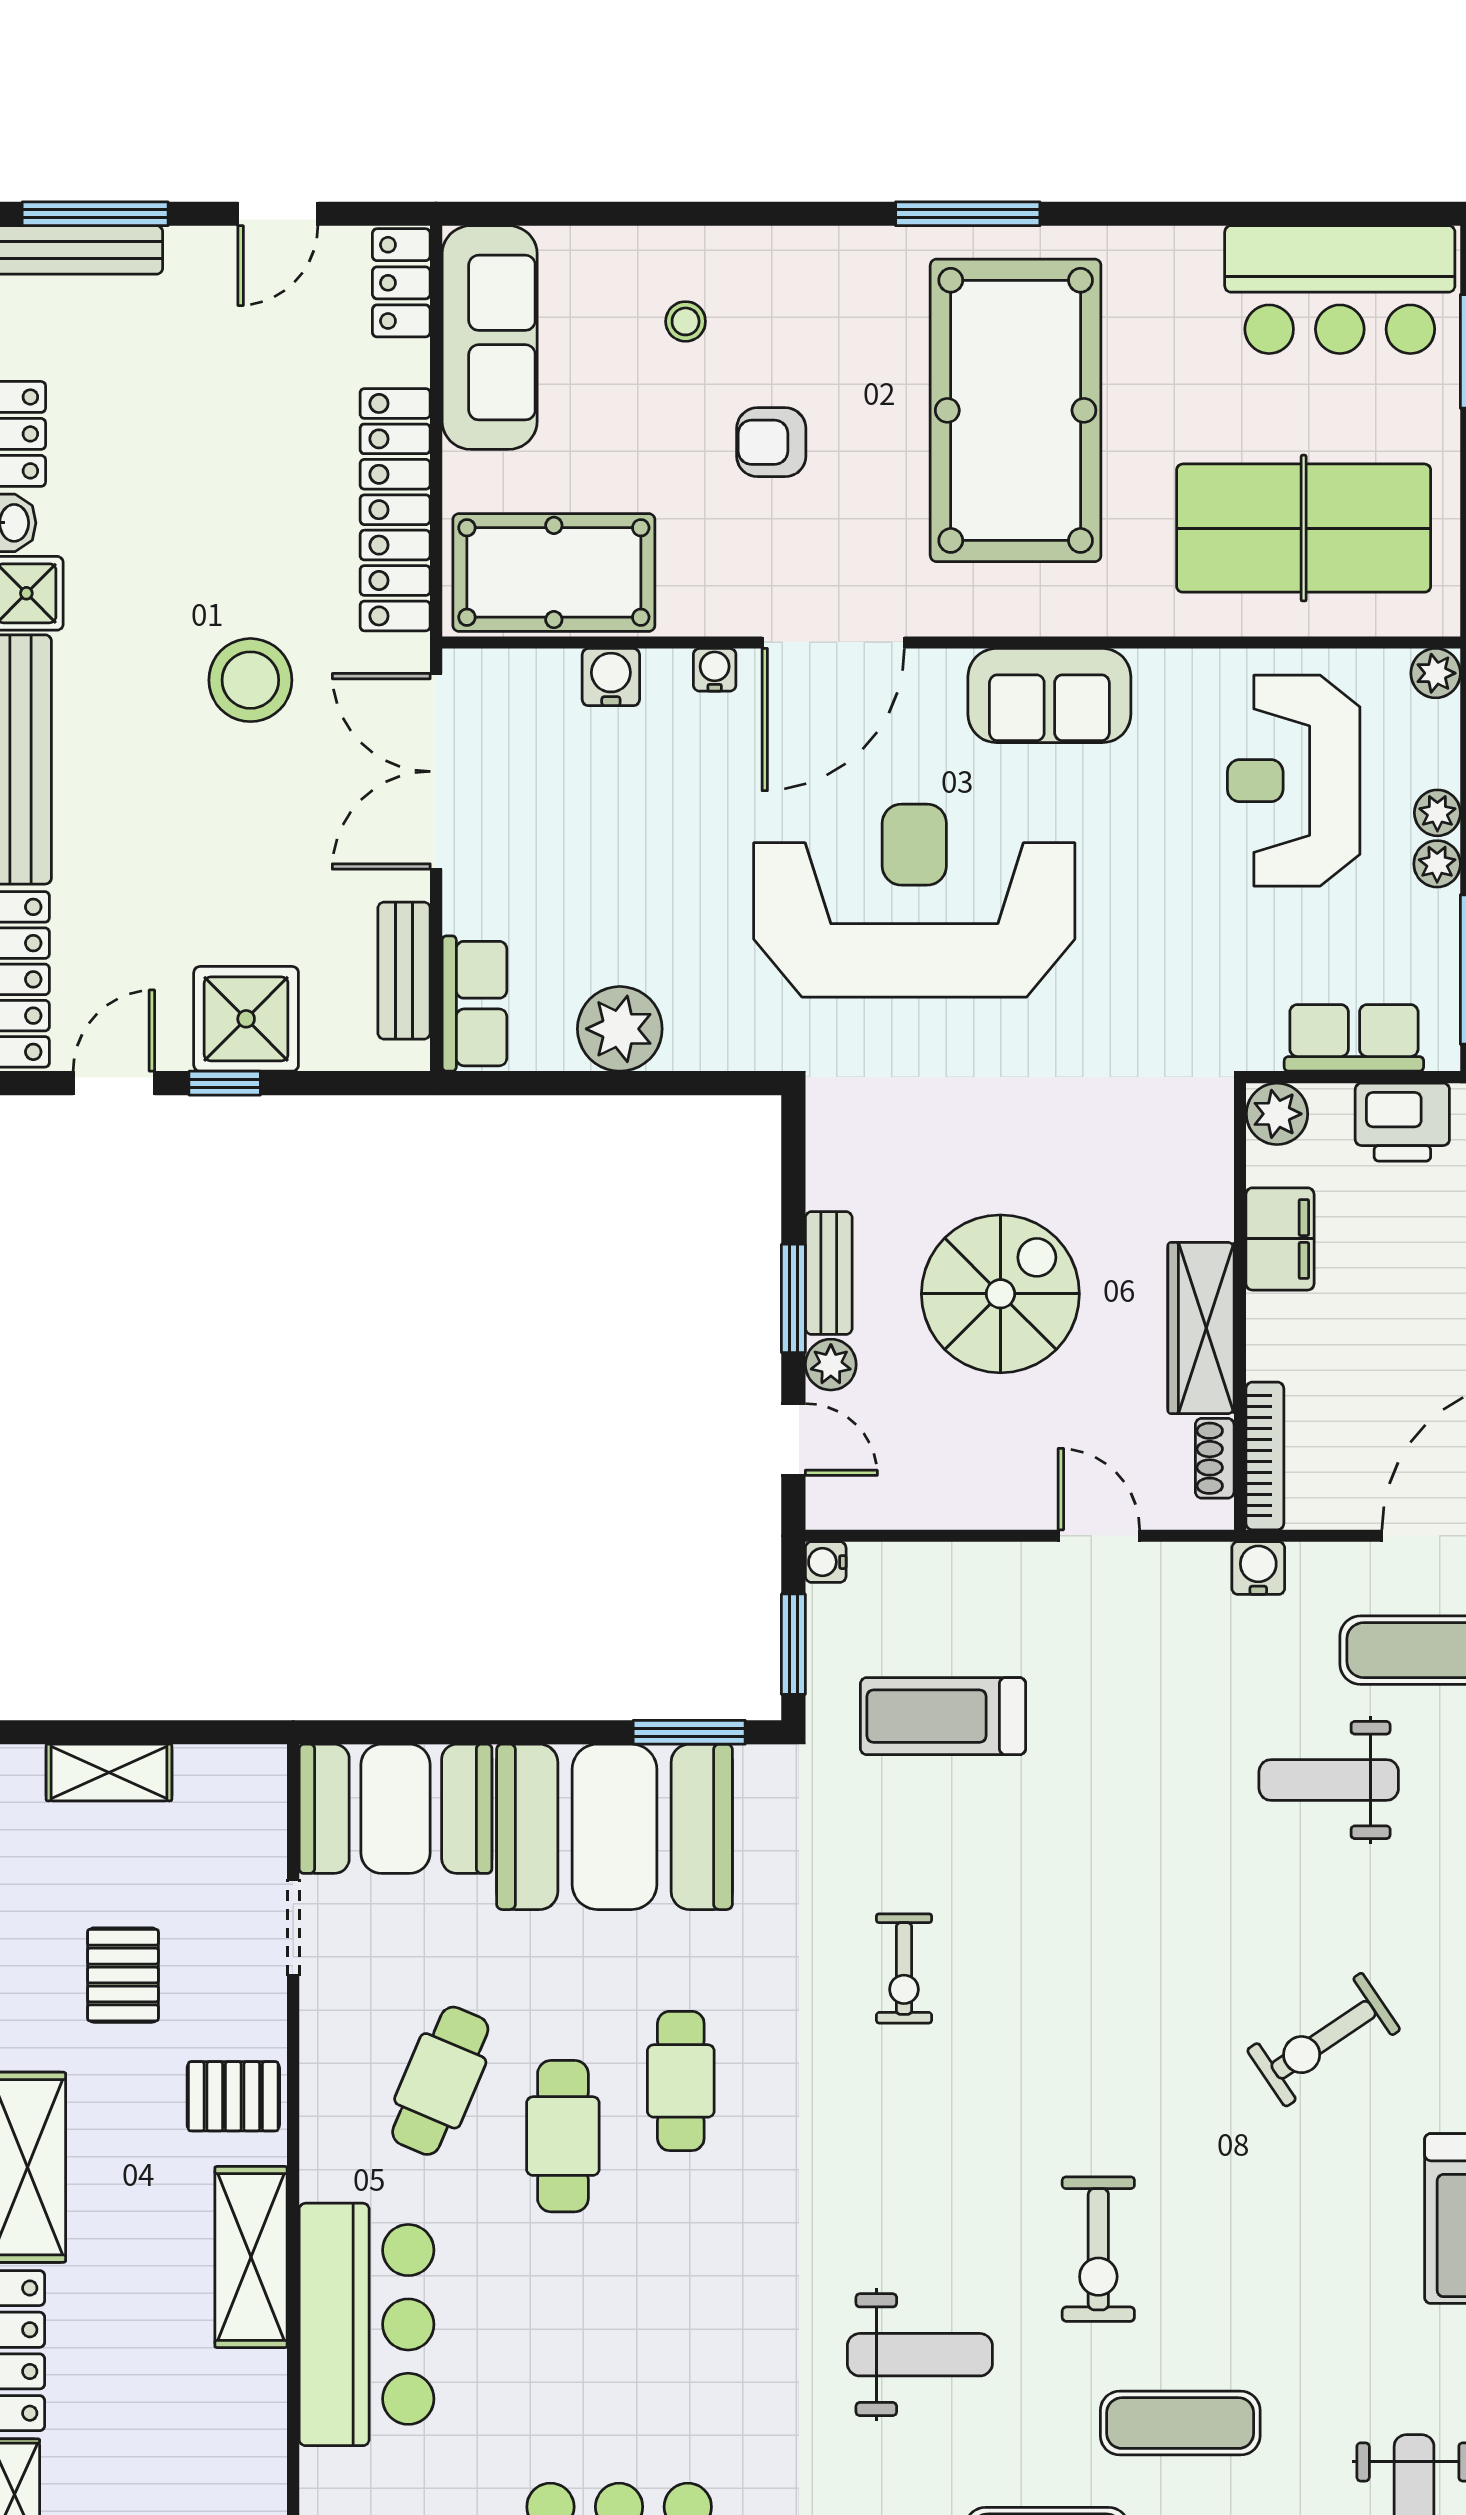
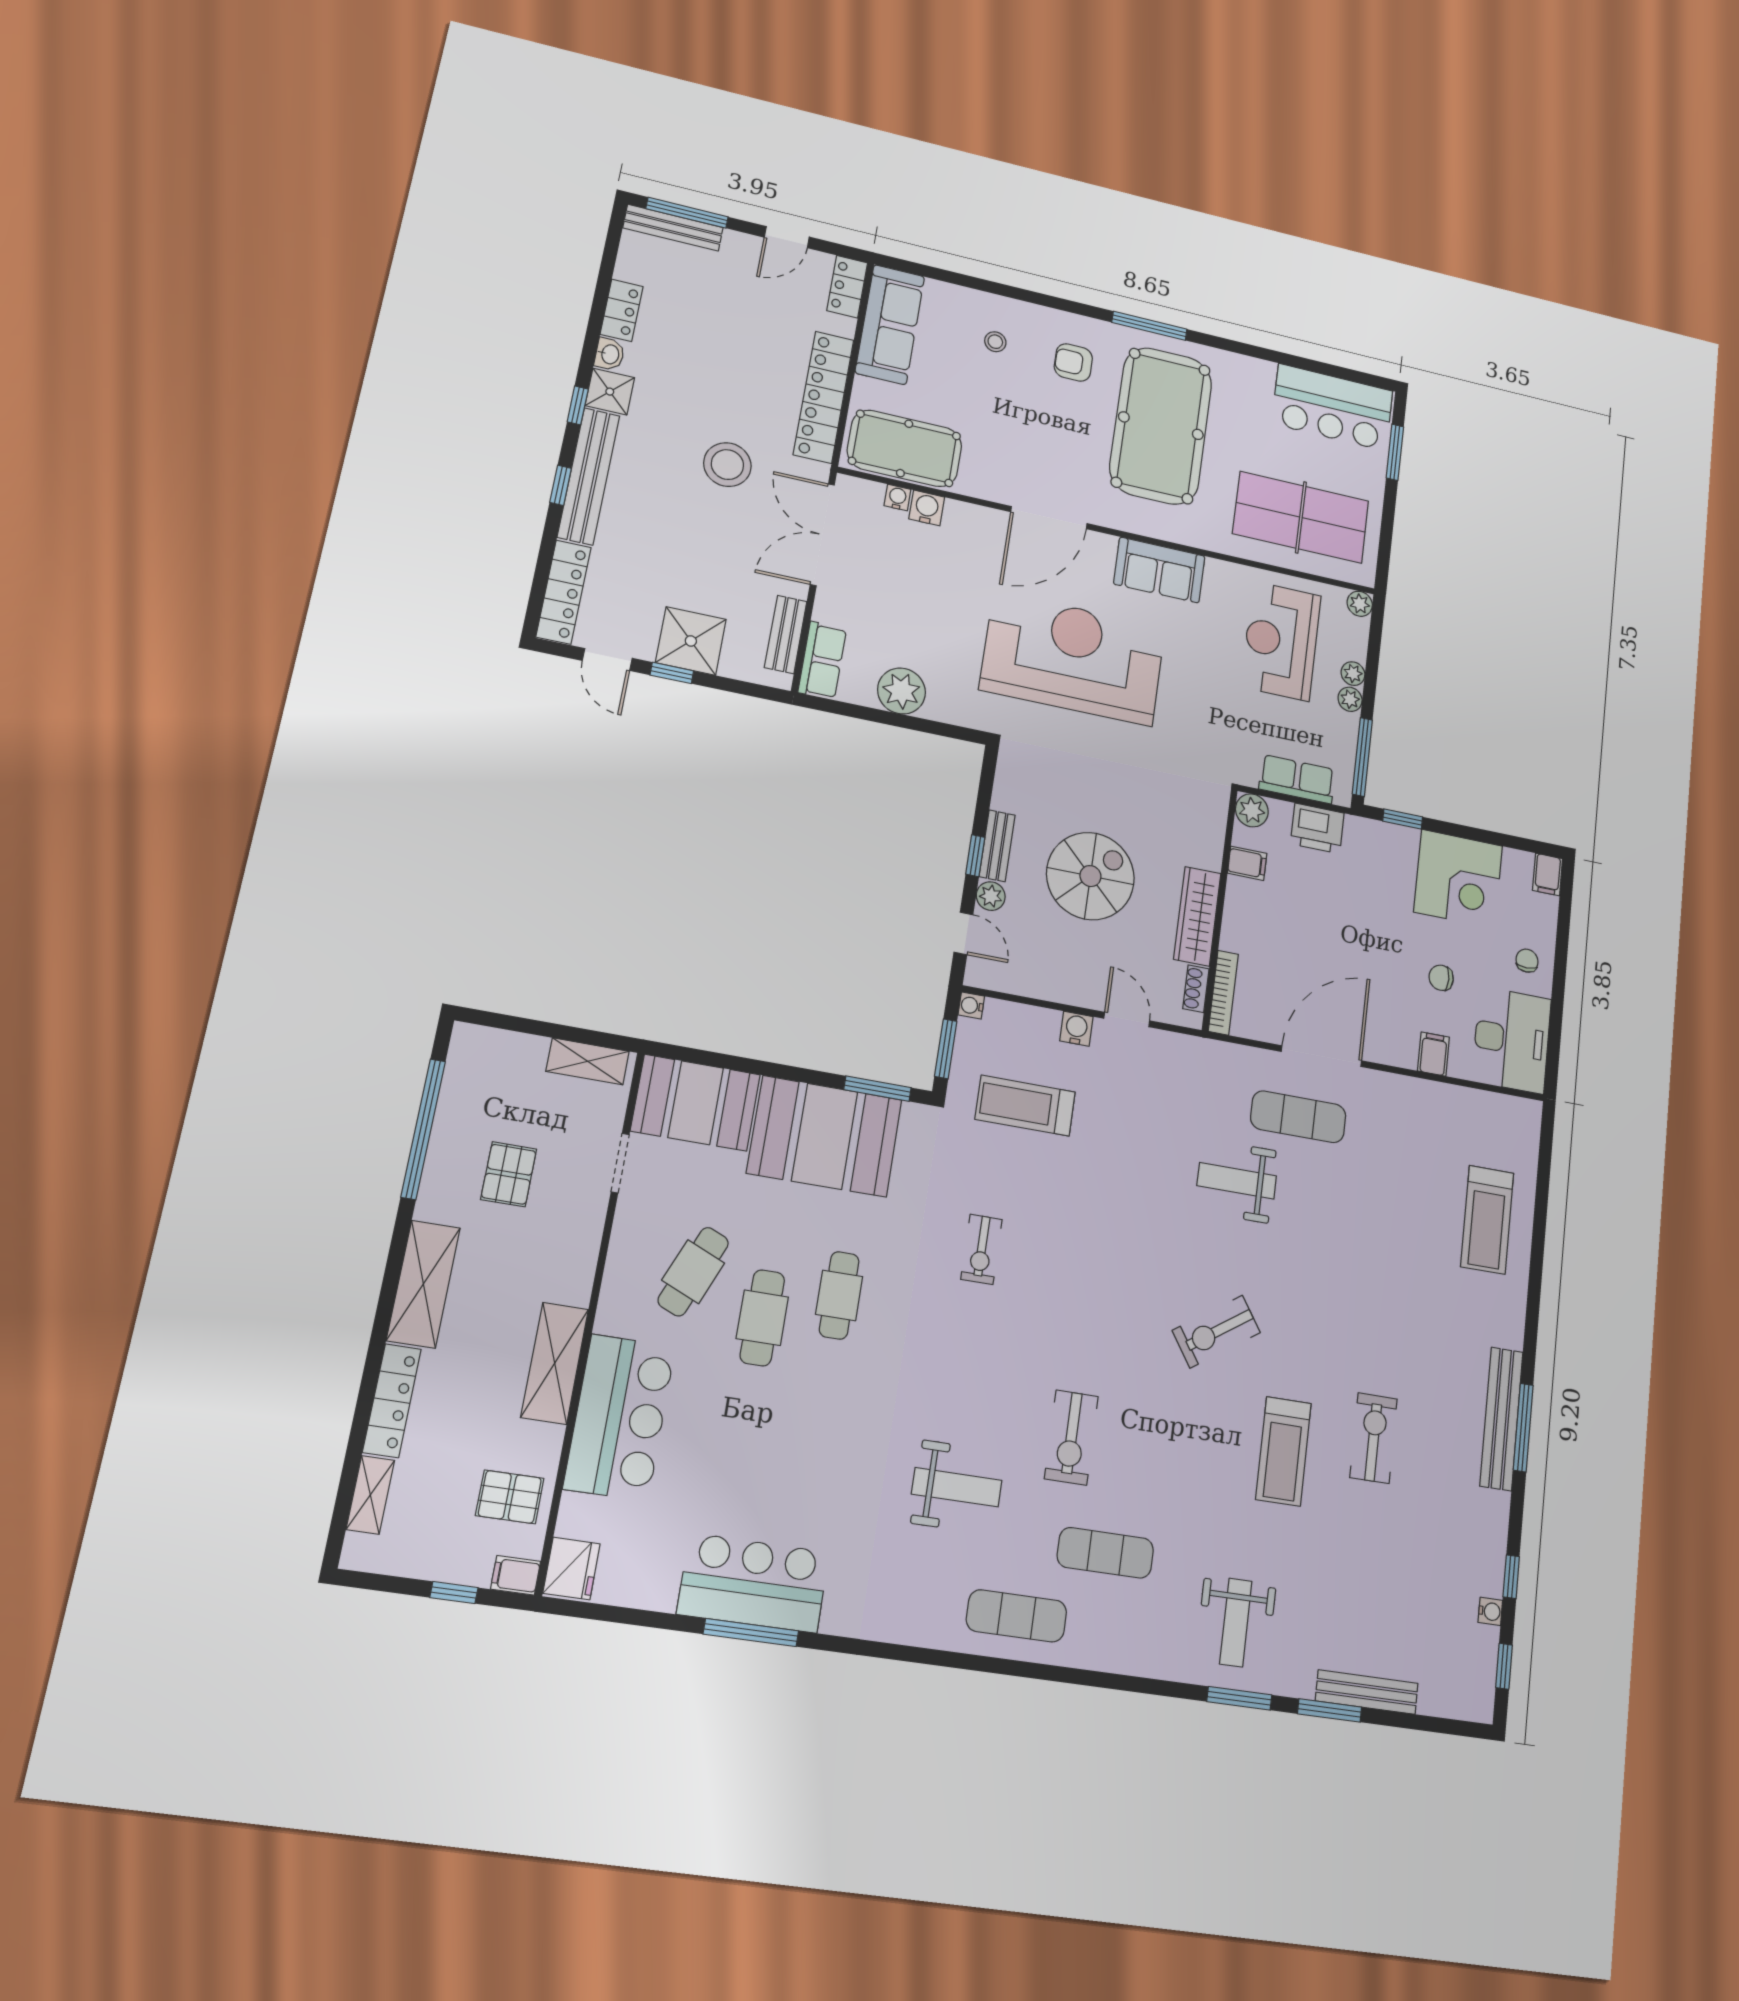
armchair: (771, 442) -> (1073, 362), moved
water cooler: (715, 670) -> (898, 498), moved
door: (114, 1083) -> (607, 659), swing flipped
filing cabinet: (1280, 1239) -> (1247, 863), width x0.50
window: (793, 1298) -> (975, 856), width x0.67
water cooler: (1258, 1568) -> (1076, 1029), moved
shelving: (109, 1772) -> (588, 1061), moved
pallet: (233, 2096) -> (510, 1497), moved

